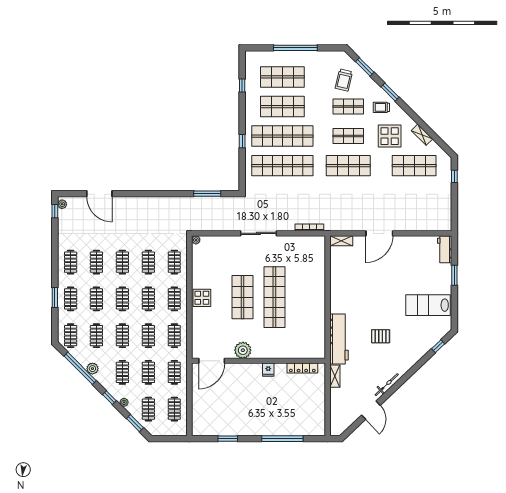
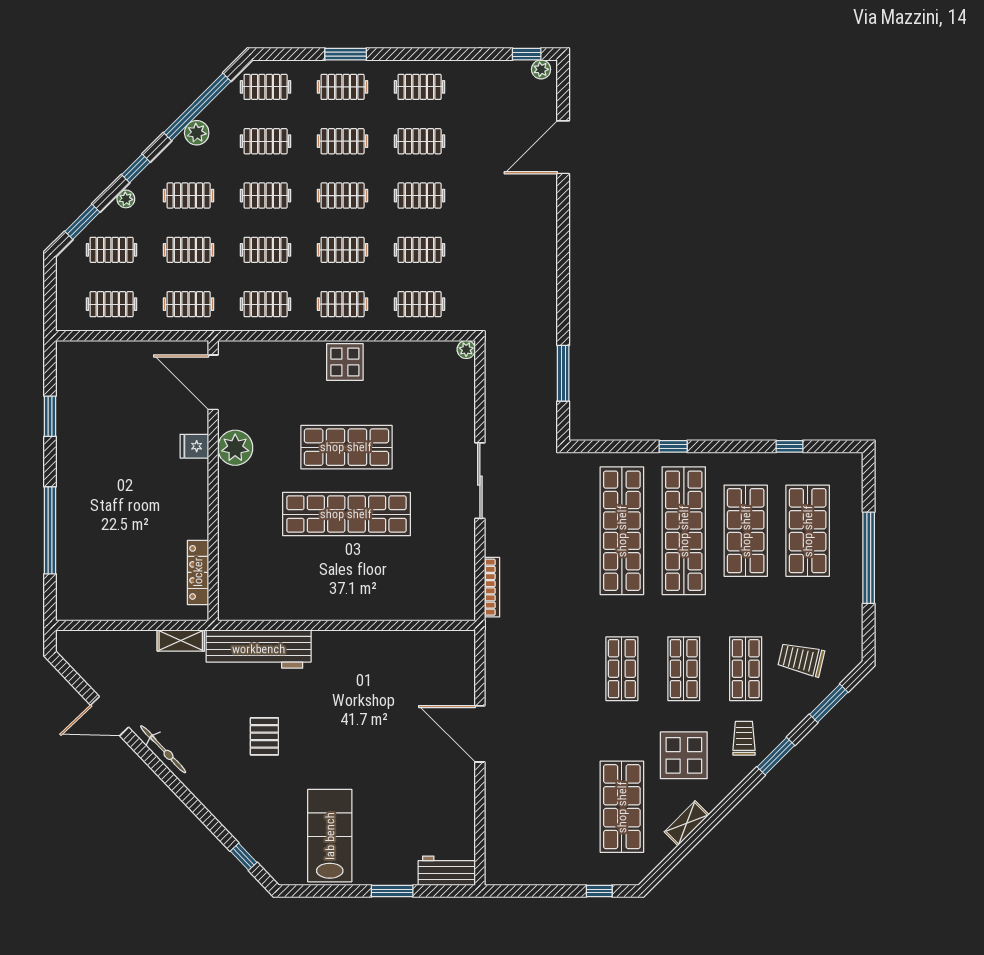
shop shelf: (348, 166) -> (622, 669), width x0.70, depth x0.74
shelving: (341, 241) -> (465, 654), removed
fridge: (268, 370) -> (194, 446), moved

